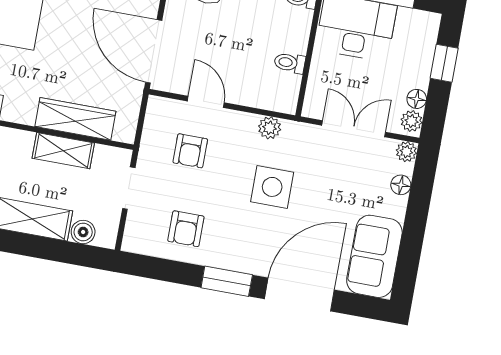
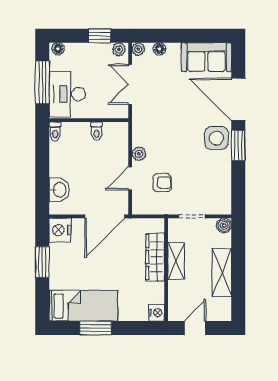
window: (444, 63) -> (100, 36), moved
floor lamp: (417, 99) -> (58, 49), moved
plant: (270, 128) -> (139, 154), moved
side table: (272, 187) -> (216, 138), moved
armchair: (186, 229) -> (211, 177), removed
boiler: (83, 232) -> (224, 225), moved

